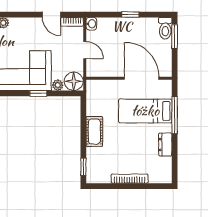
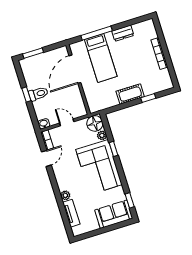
toilet: (165, 28) -> (38, 94), moved
door: (85, 50) -> (67, 122), hinge flipped
window: (83, 167) -> (148, 98), moved

